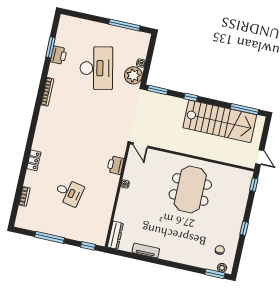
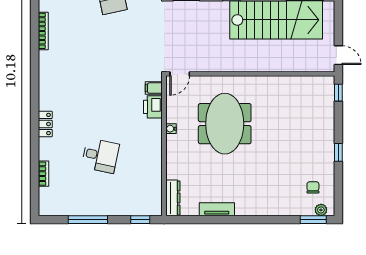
door: (140, 145) -> (180, 74), hinge flipped
filing cabinet: (119, 151) -> (154, 88), added
meeting table: (190, 190) -> (225, 124), moved

